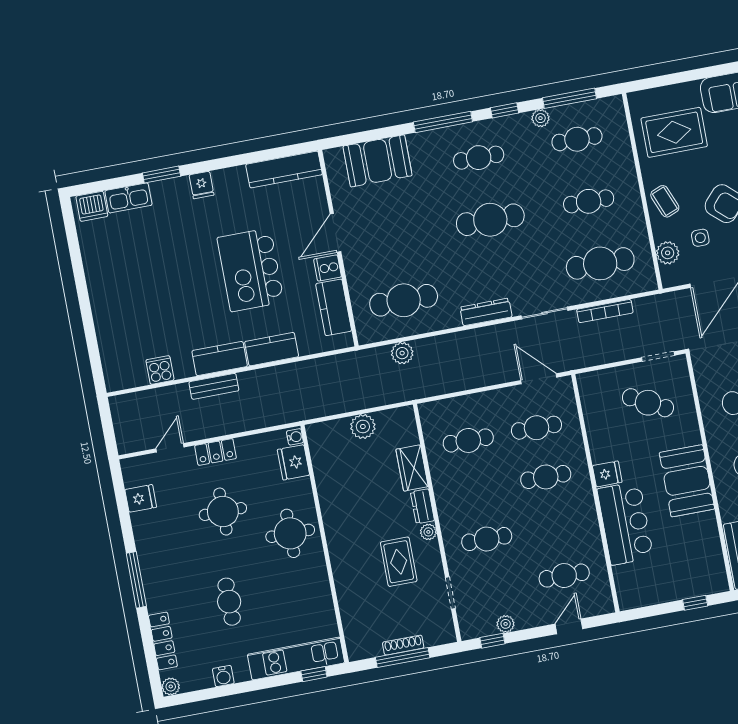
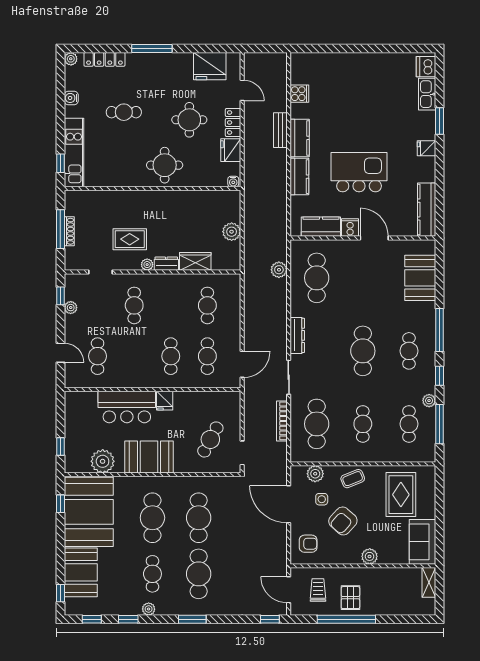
fridge: (293, 462) -> (231, 150), moved, turned -90
fridge: (141, 498) -> (210, 66), width x1.88, depth x1.34
plant: (704, 542) -> (103, 461), added

